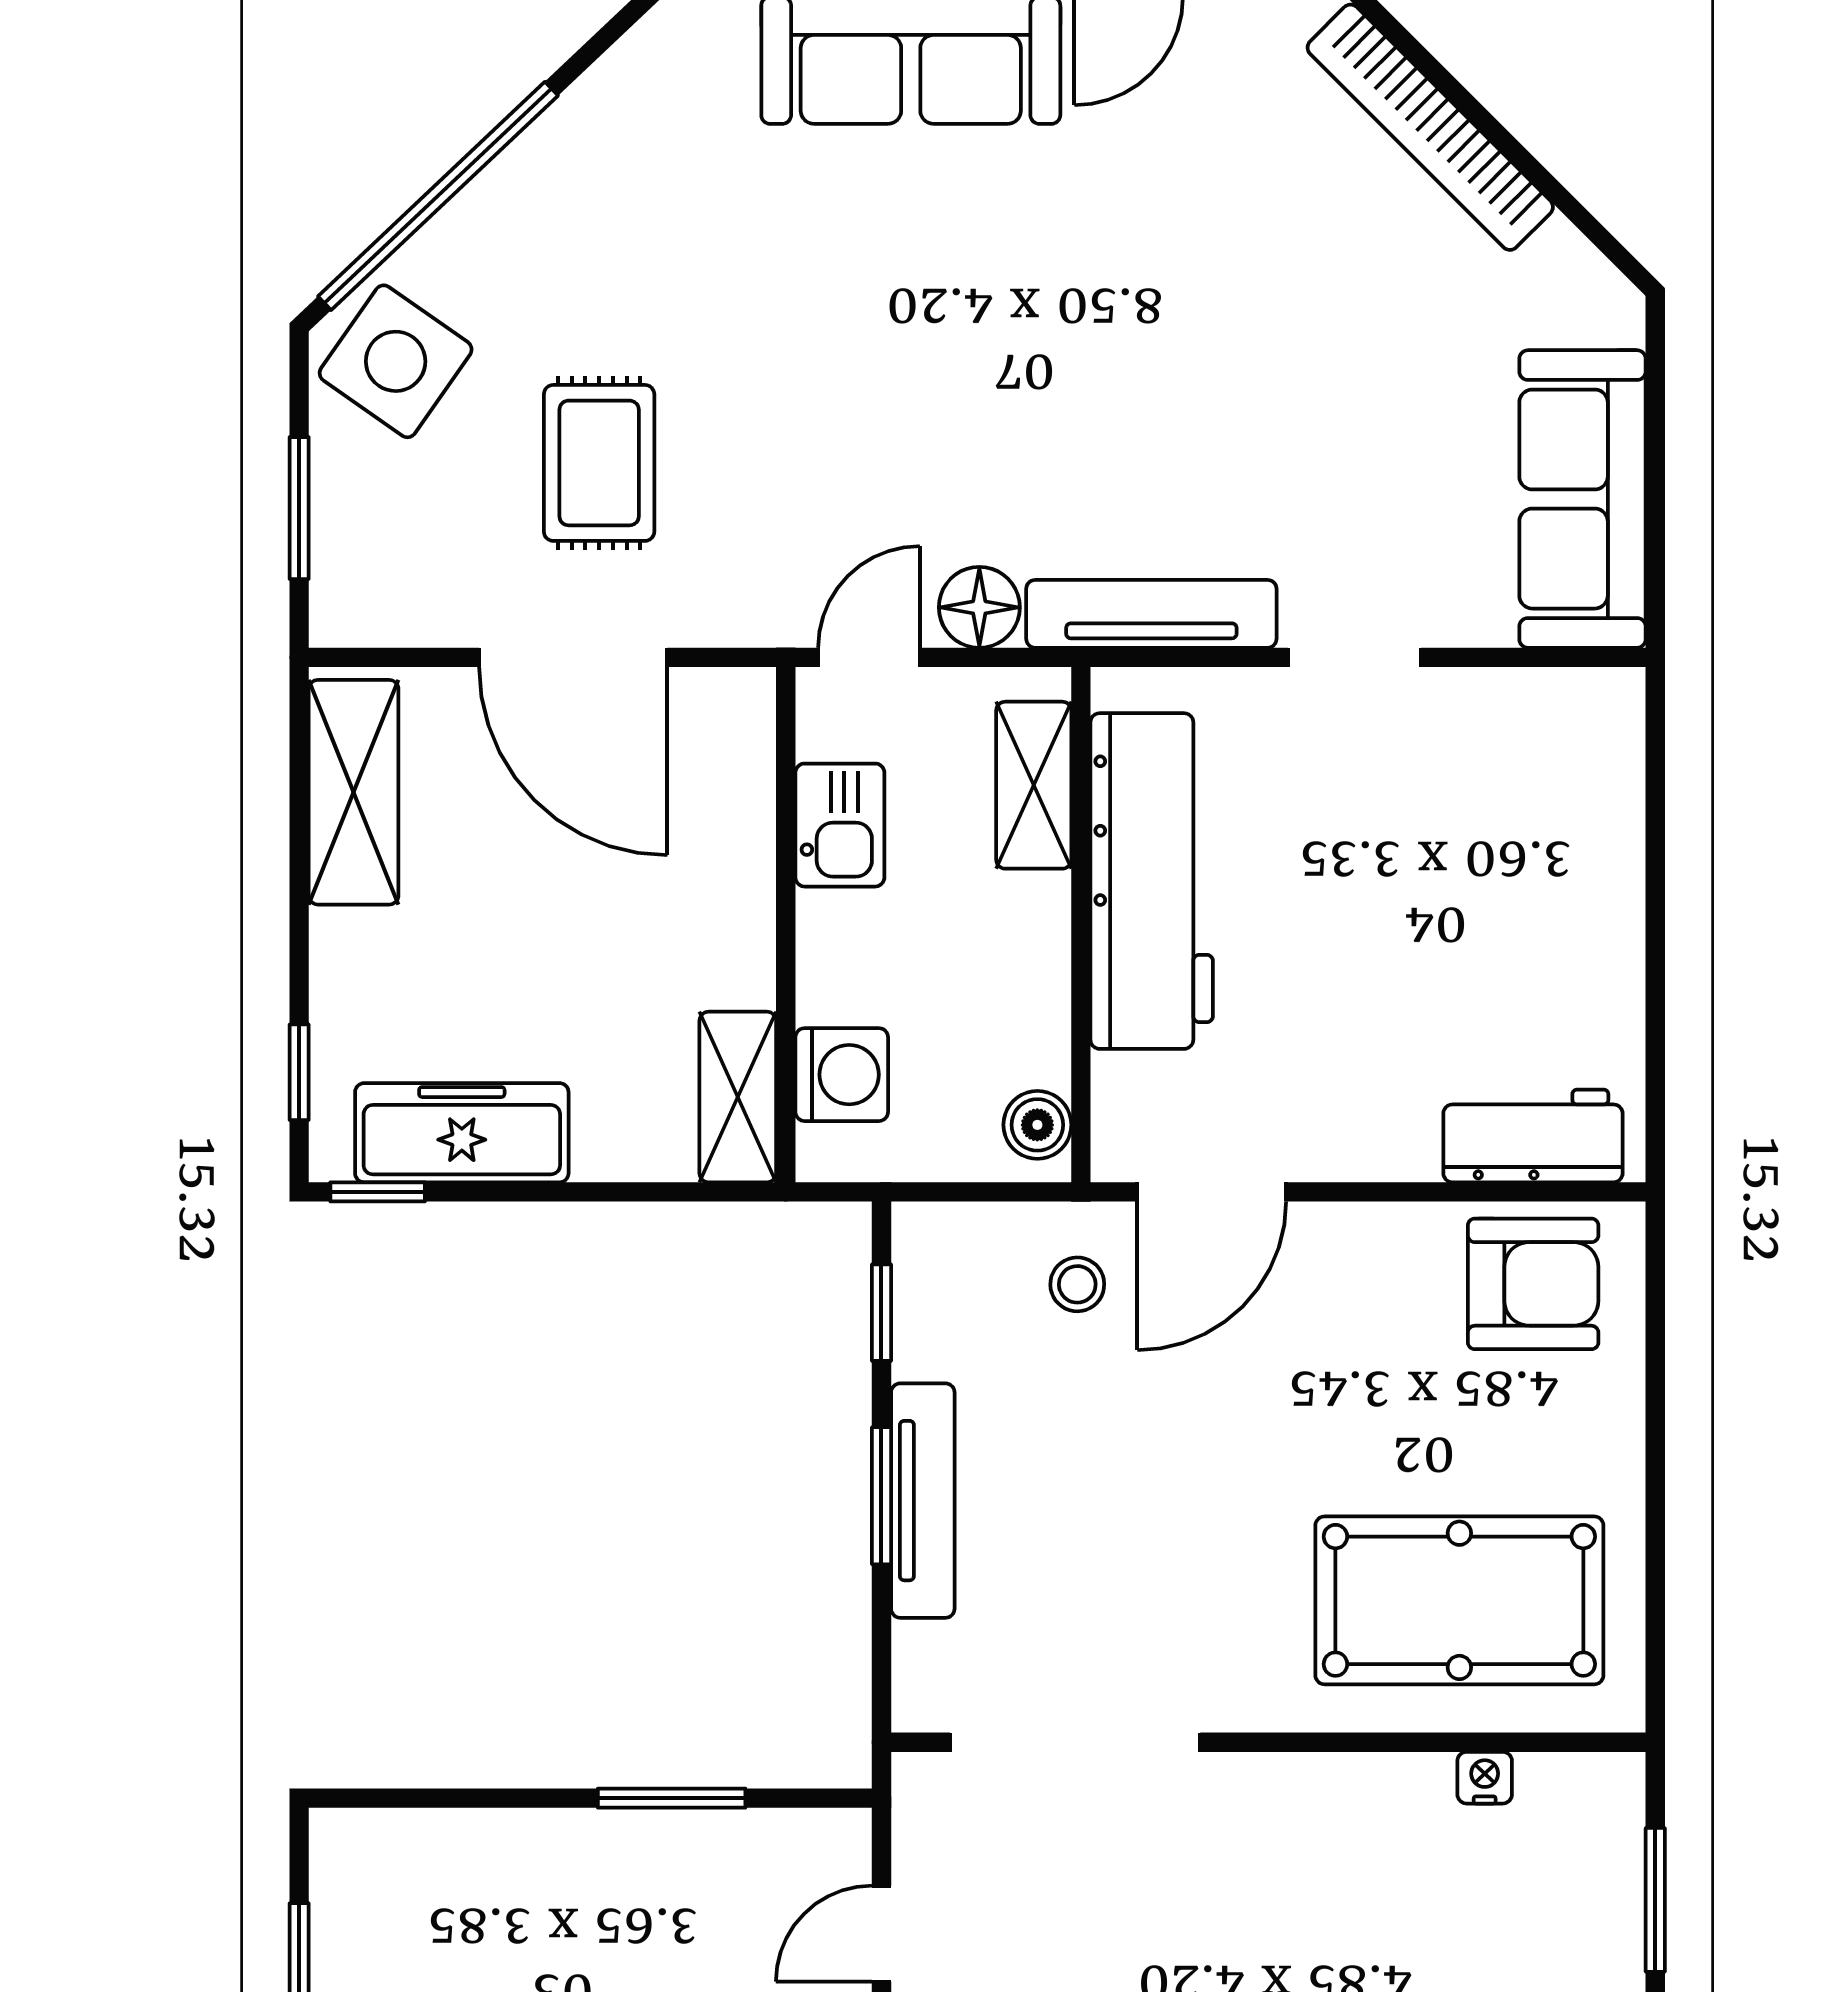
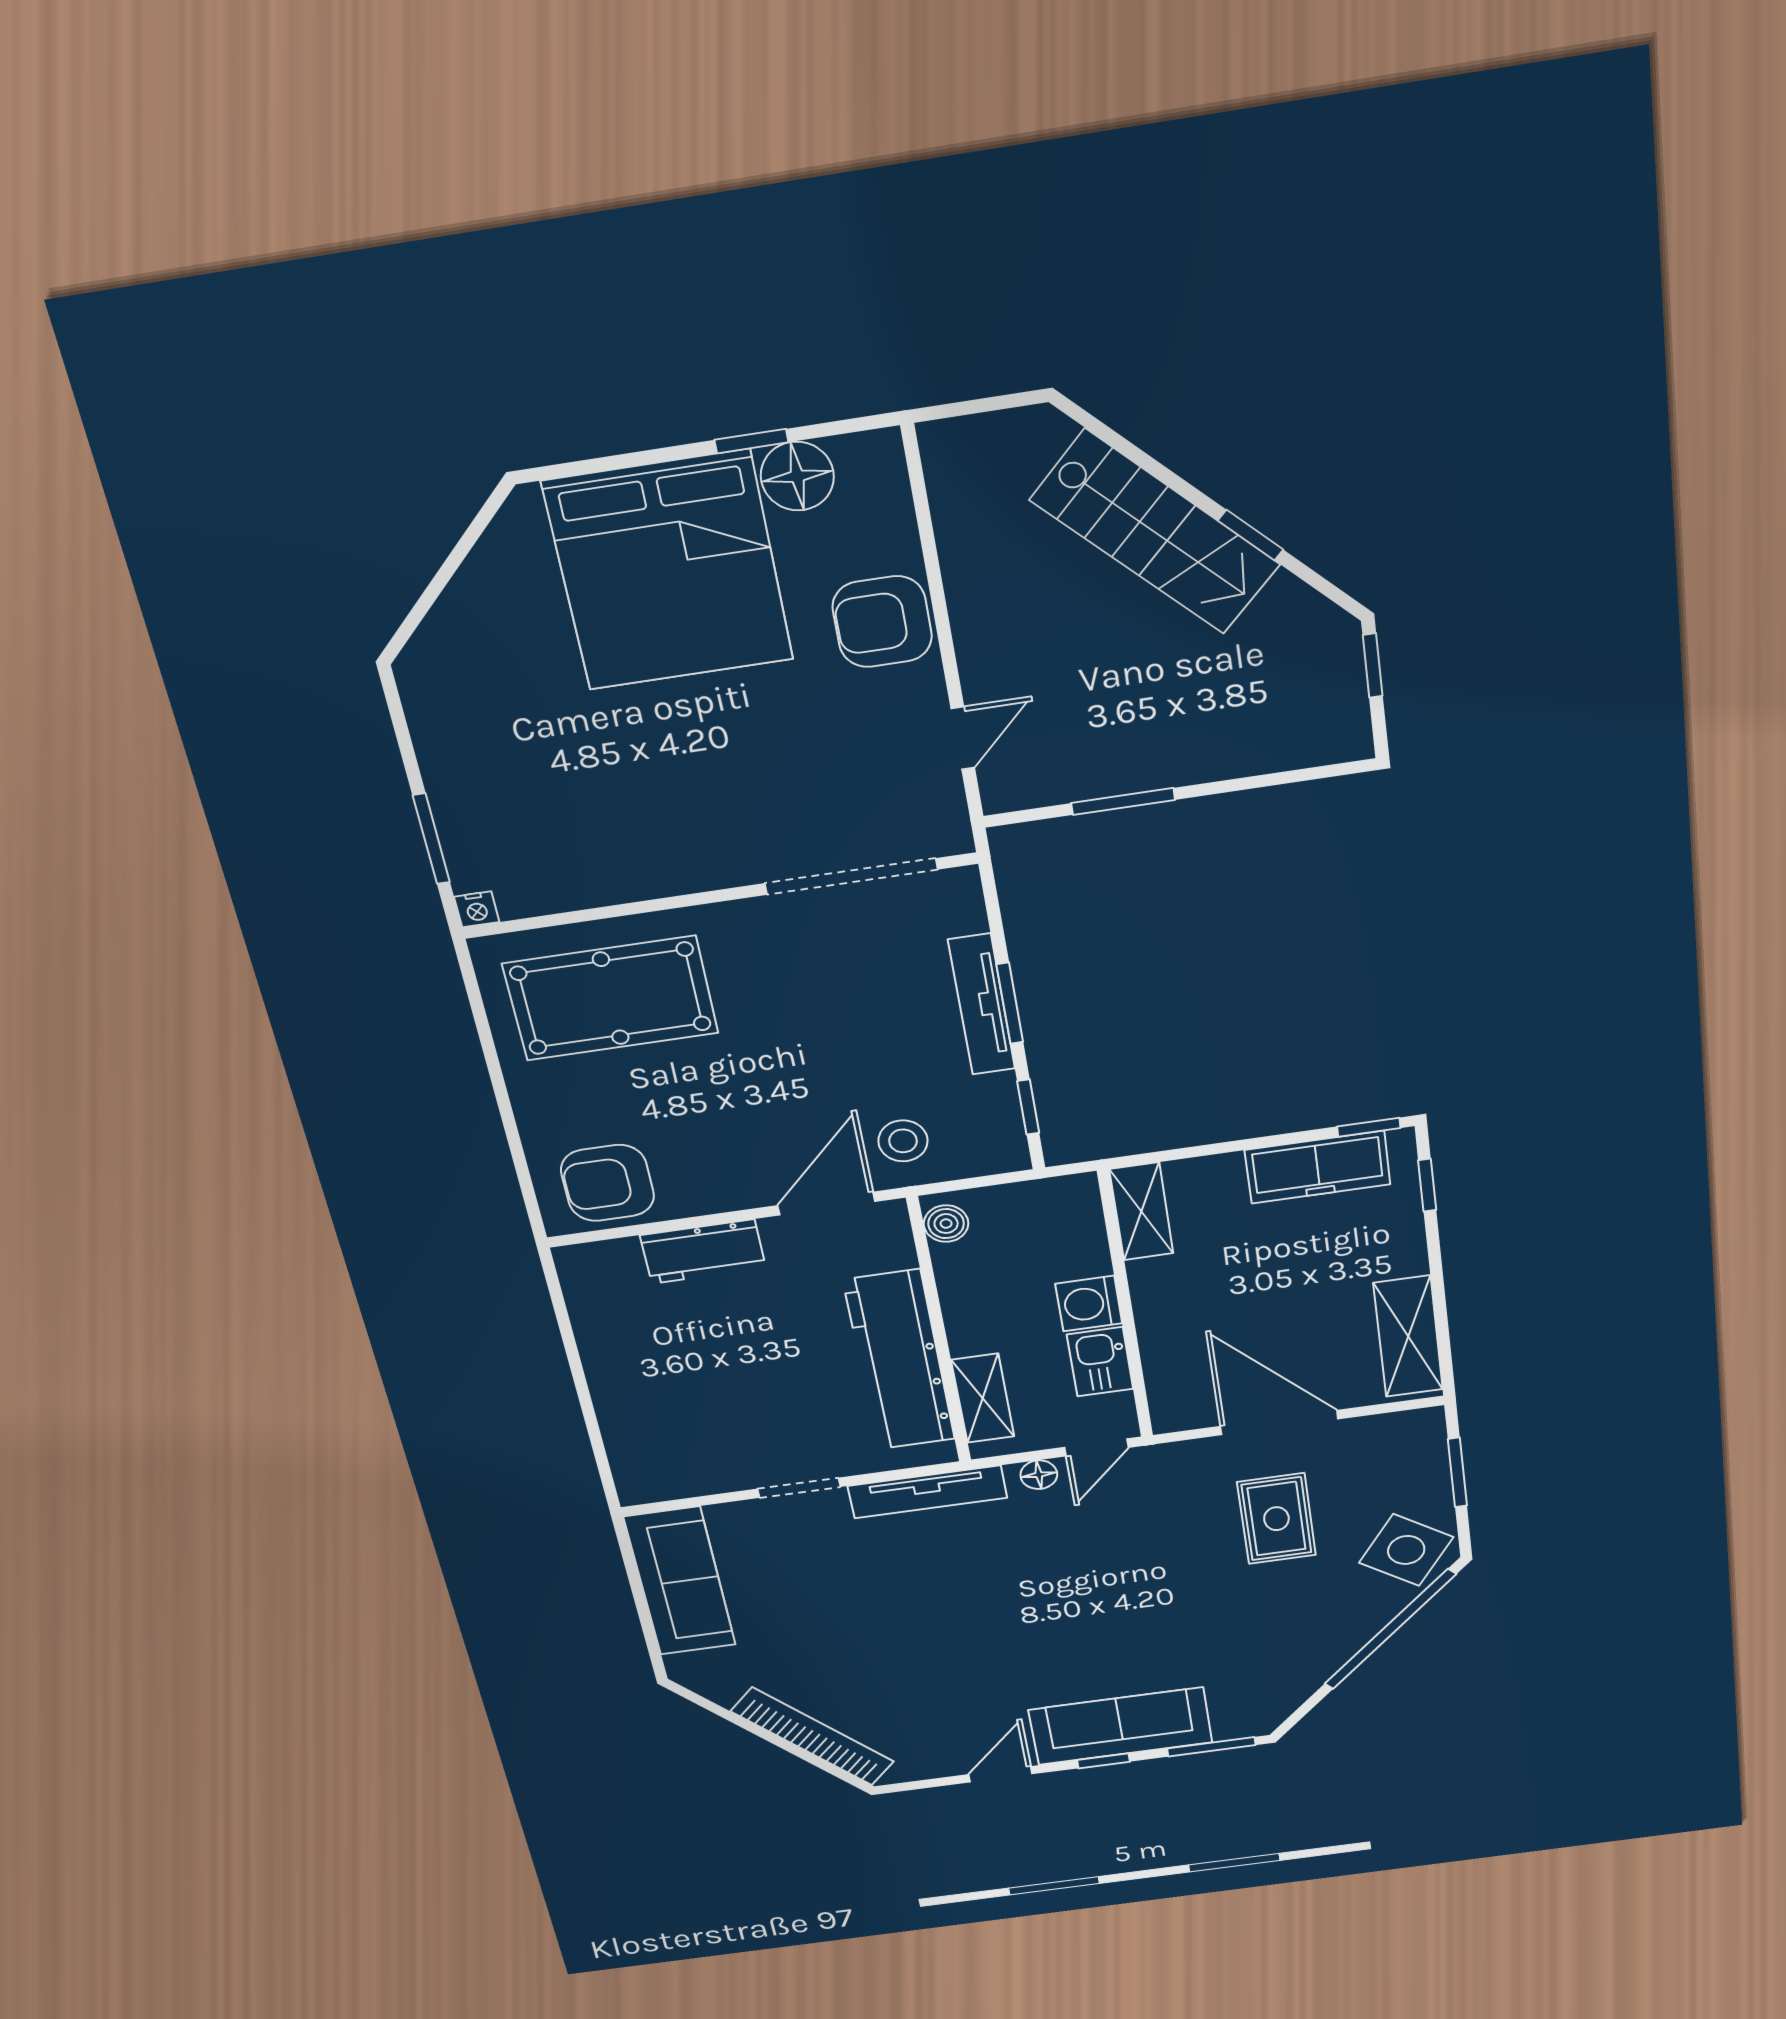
floor lamp: (979, 607) -> (1039, 1475), width x0.73, depth x0.73
washing machine: (842, 1075) -> (1089, 1304), moved
workbench: (1533, 1136) -> (703, 1252), moved
stool: (1077, 1284) -> (903, 1141), width x1.37, depth x1.37
nightstand: (1485, 1778) -> (477, 909), moved

